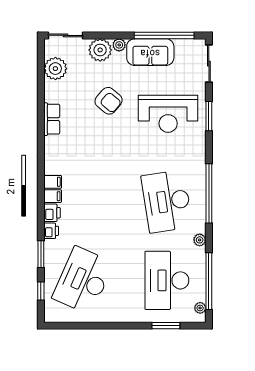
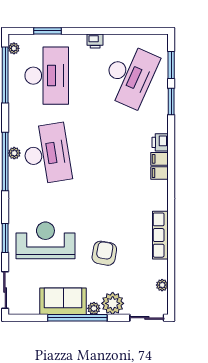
window: (164, 35) -> (77, 318), moved
plant: (55, 69) -> (162, 285), width x0.53, depth x0.53
armchair: (109, 101) -> (104, 253), turned 60
row of seats: (52, 119) -> (160, 235), width x1.48
printer: (51, 231) -> (95, 41), moved, turned -90
plant: (200, 240) -> (14, 153), moved
window: (41, 291) -> (171, 65), width x1.50

